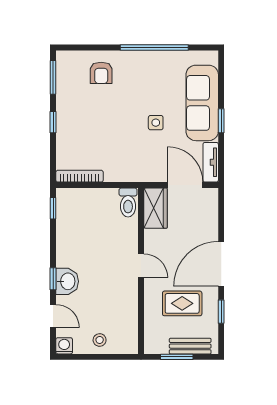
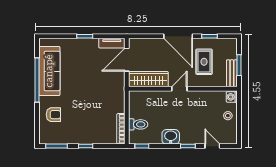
sofa: (202, 103) -> (49, 71), moved, turned -90
side table: (156, 123) -> (86, 79), removed
toilet: (128, 202) -> (138, 124), moved
wardrobe: (156, 208) -> (148, 79), width x1.50
washbasin: (67, 281) -> (171, 137), moved
door: (53, 316) -> (212, 146), hinge flipped
washing machine: (64, 346) -> (232, 97), moved
bench: (190, 346) -> (232, 73), moved

